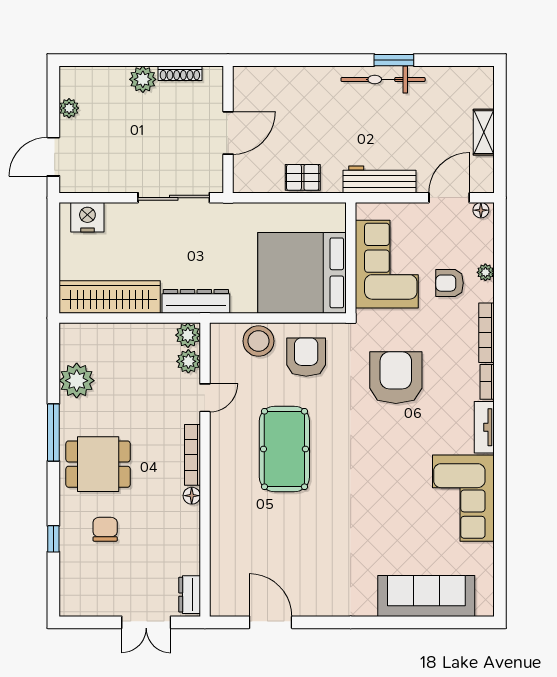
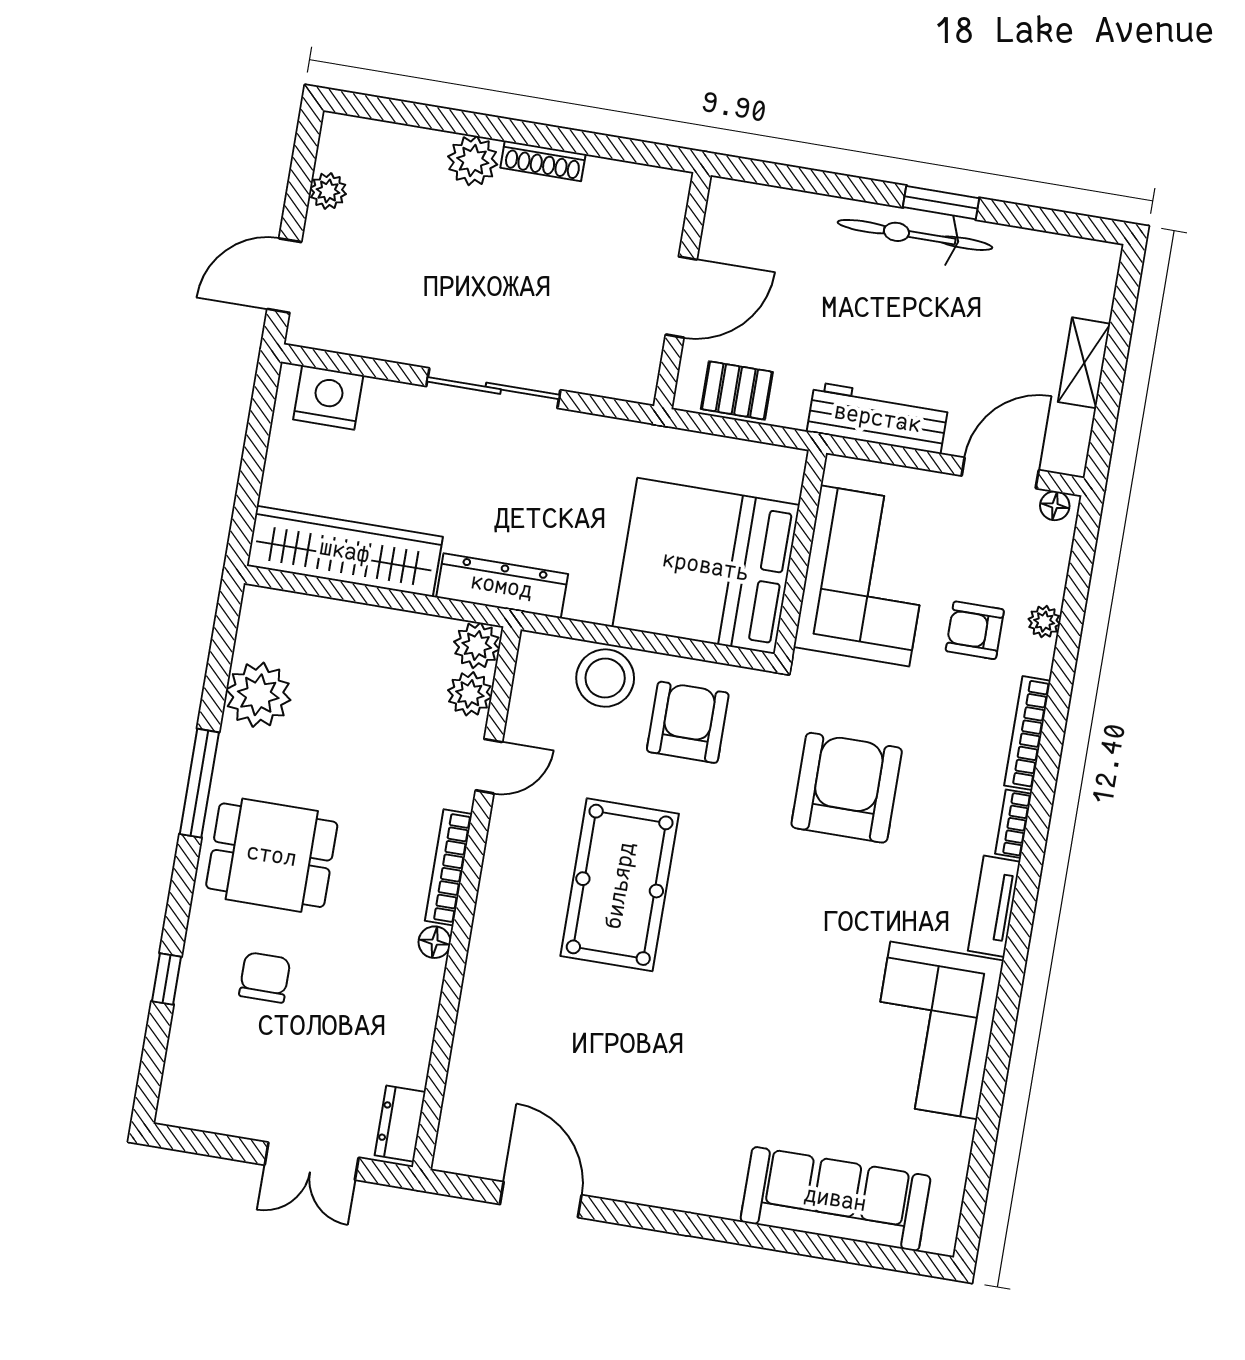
wall: (228, 129) -> (682, 291), moved
door: (228, 133) -> (681, 297), moved

